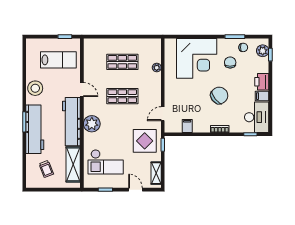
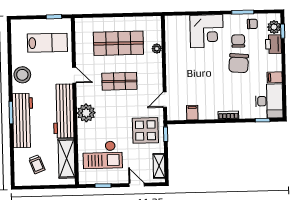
corner desk: (197, 58) -> (207, 31), width x0.74, depth x0.74
shop shelf: (122, 62) -> (118, 43), width x1.43, depth x1.36
printer: (262, 82) -> (273, 44), moved
chair: (219, 95) -> (239, 63), moved, turned 133

